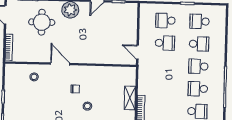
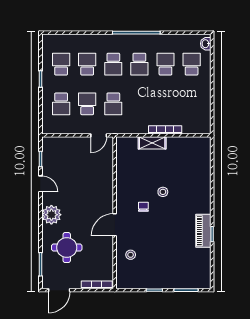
school desk: (200, 21) -> (61, 64), turned 180
school desk: (164, 65) -> (113, 104), added

